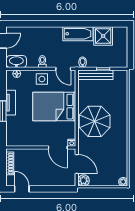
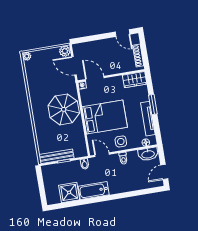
bench: (95, 75) -> (56, 156), moved
tv unit: (11, 103) -> (148, 119), width x1.41
wardrobe: (17, 140) -> (135, 80), added

